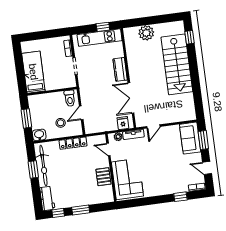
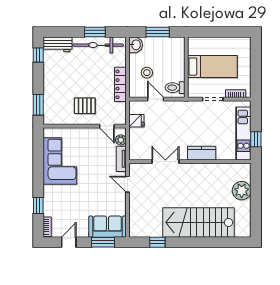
window: (190, 37) -> (157, 242), moved
bed: (33, 72) -> (212, 67), moved
double door: (131, 98) -> (165, 162), width x0.73
fridge: (123, 123) -> (136, 121), moved
door: (108, 149) -> (107, 126), swing flipped
pallet: (103, 177) -> (85, 106), moved
corner sofa: (127, 179) -> (60, 161), moved, turned -90
window: (81, 210) -> (38, 105), moved

